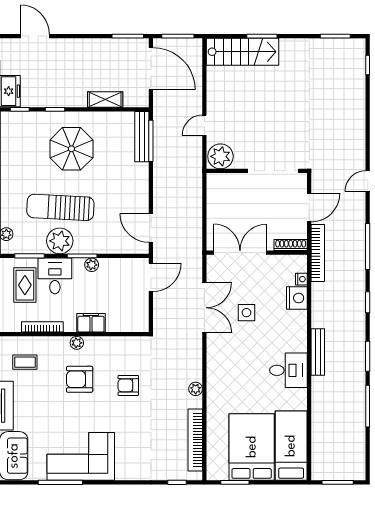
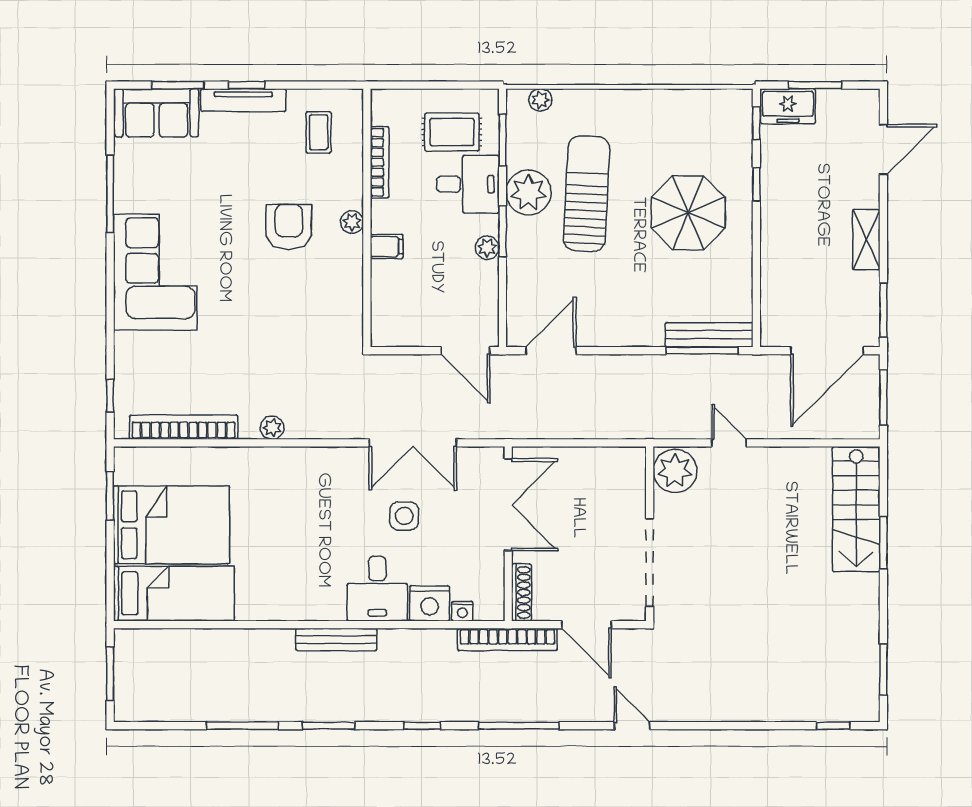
shelving: (105, 99) -> (866, 240), moved
filing cabinet: (91, 323) -> (387, 247), width x0.50
desk: (288, 370) -> (377, 589), moved
armchair: (128, 385) -> (278, 311), removed
corner sofa: (81, 456) -> (155, 272), moved

